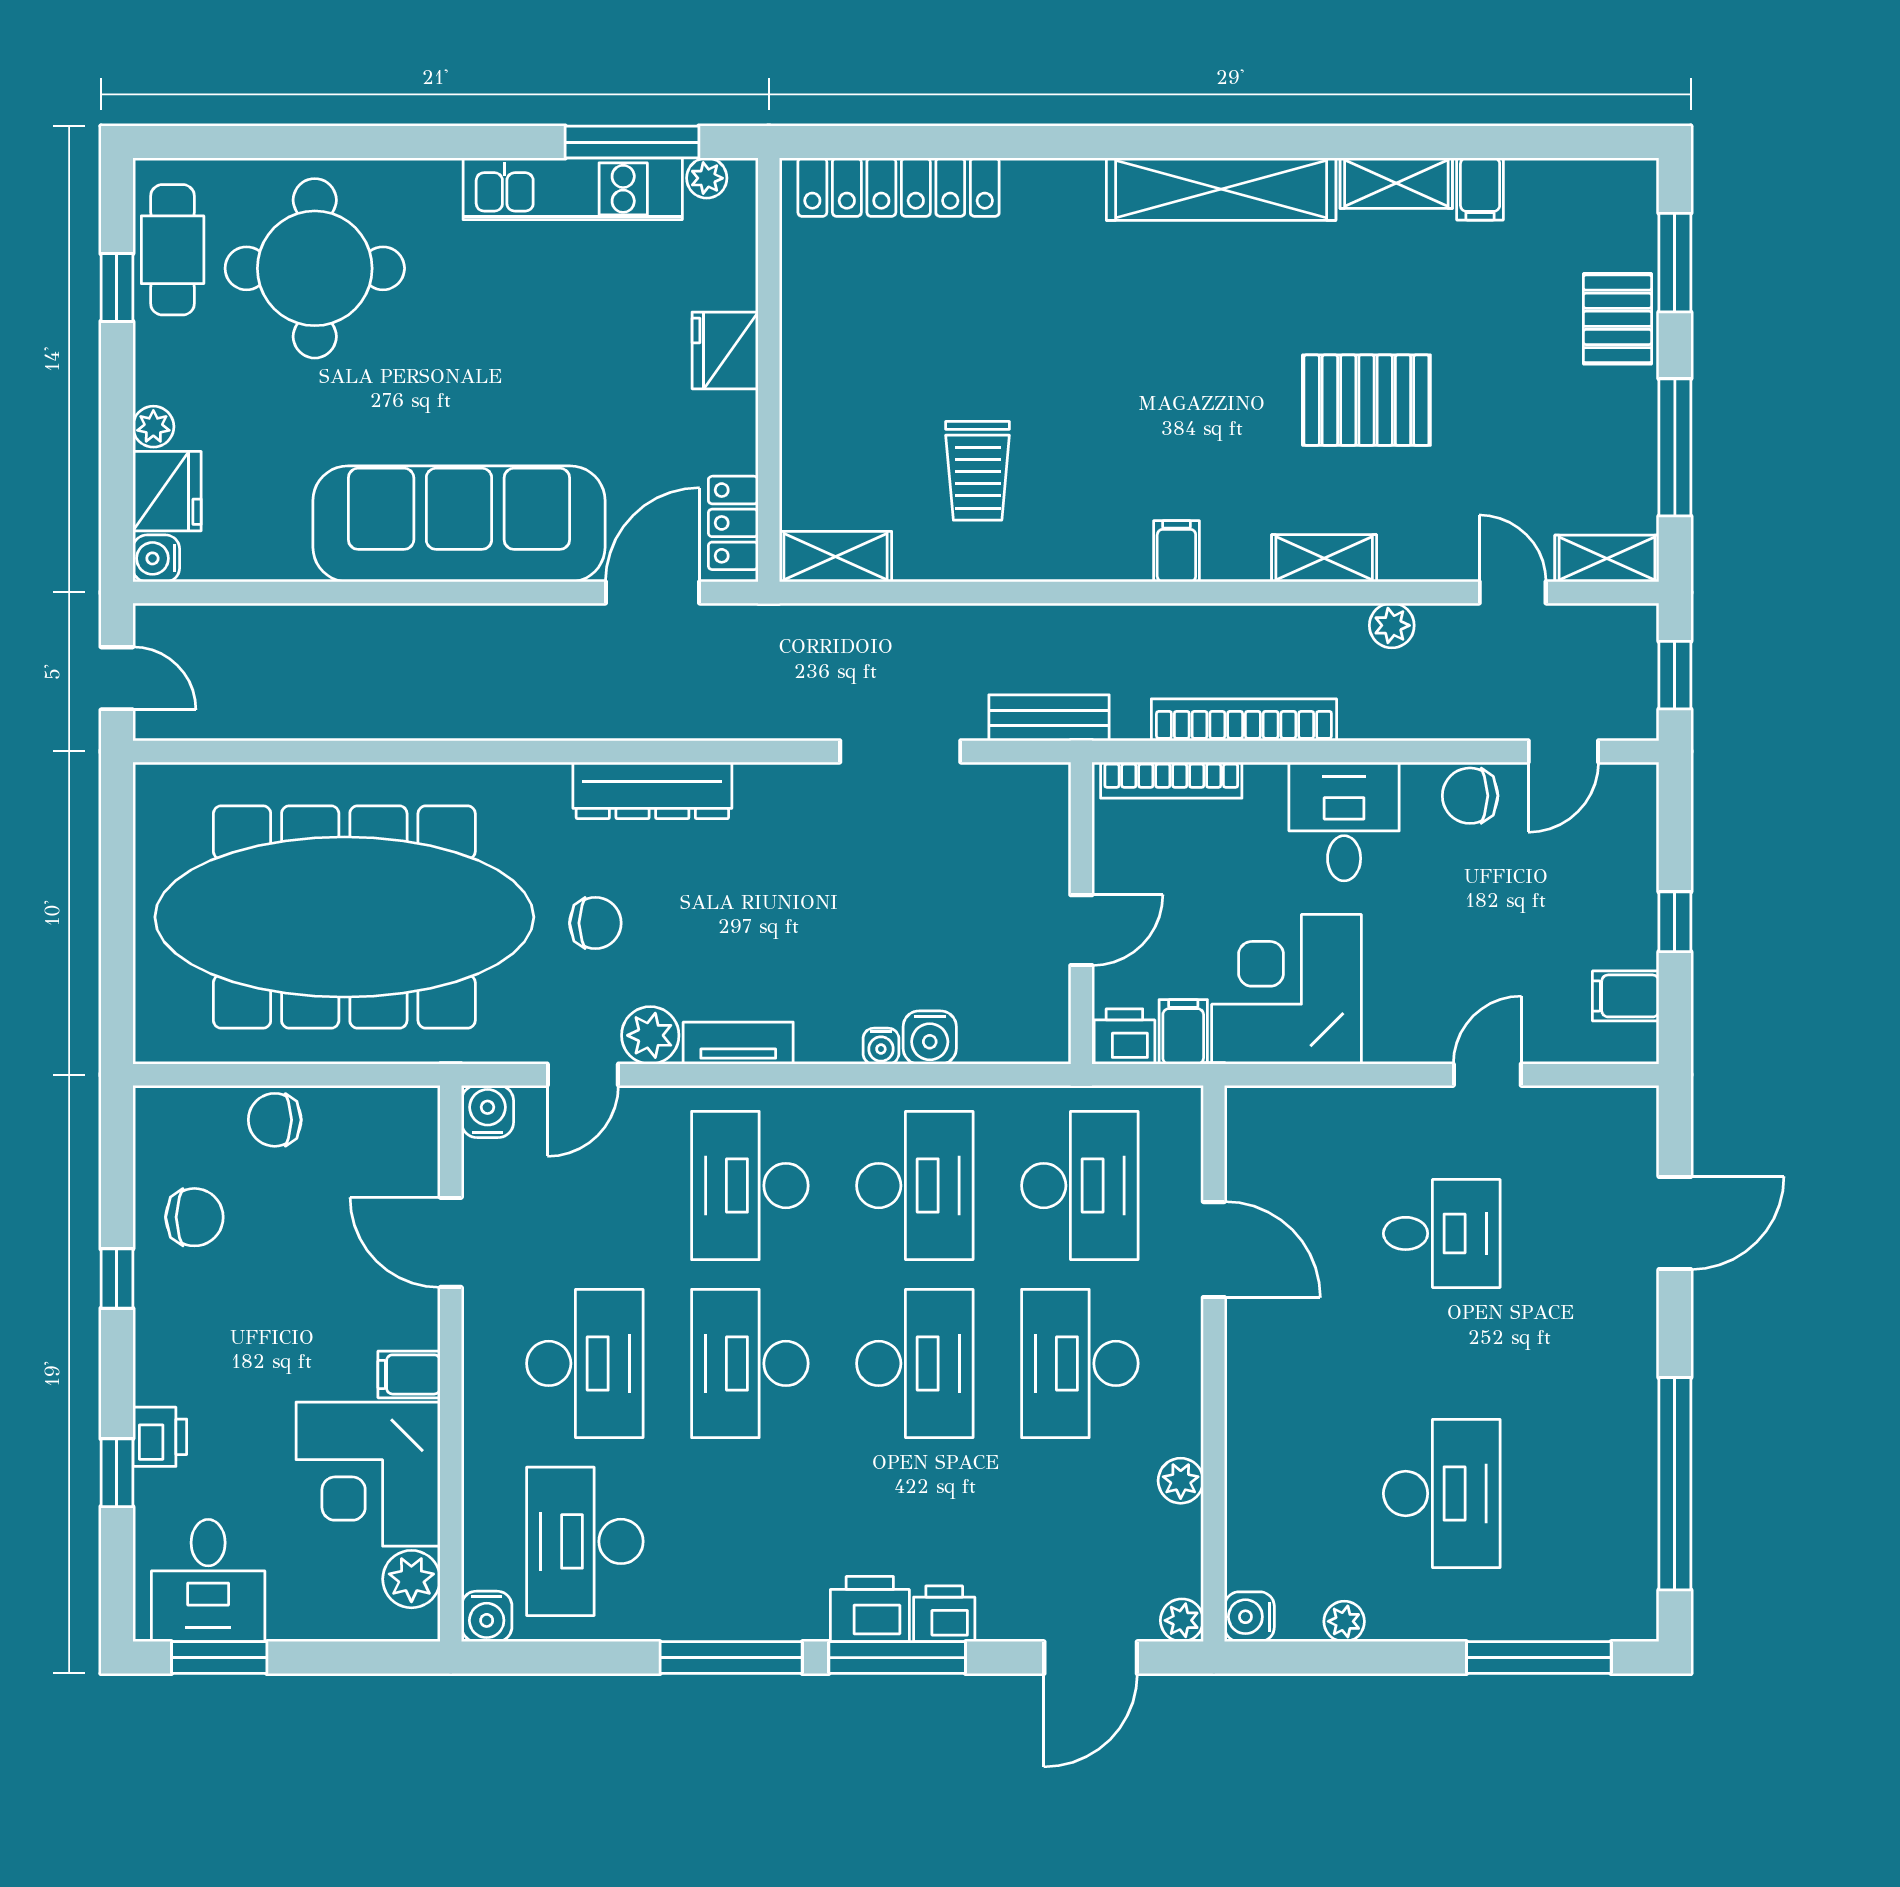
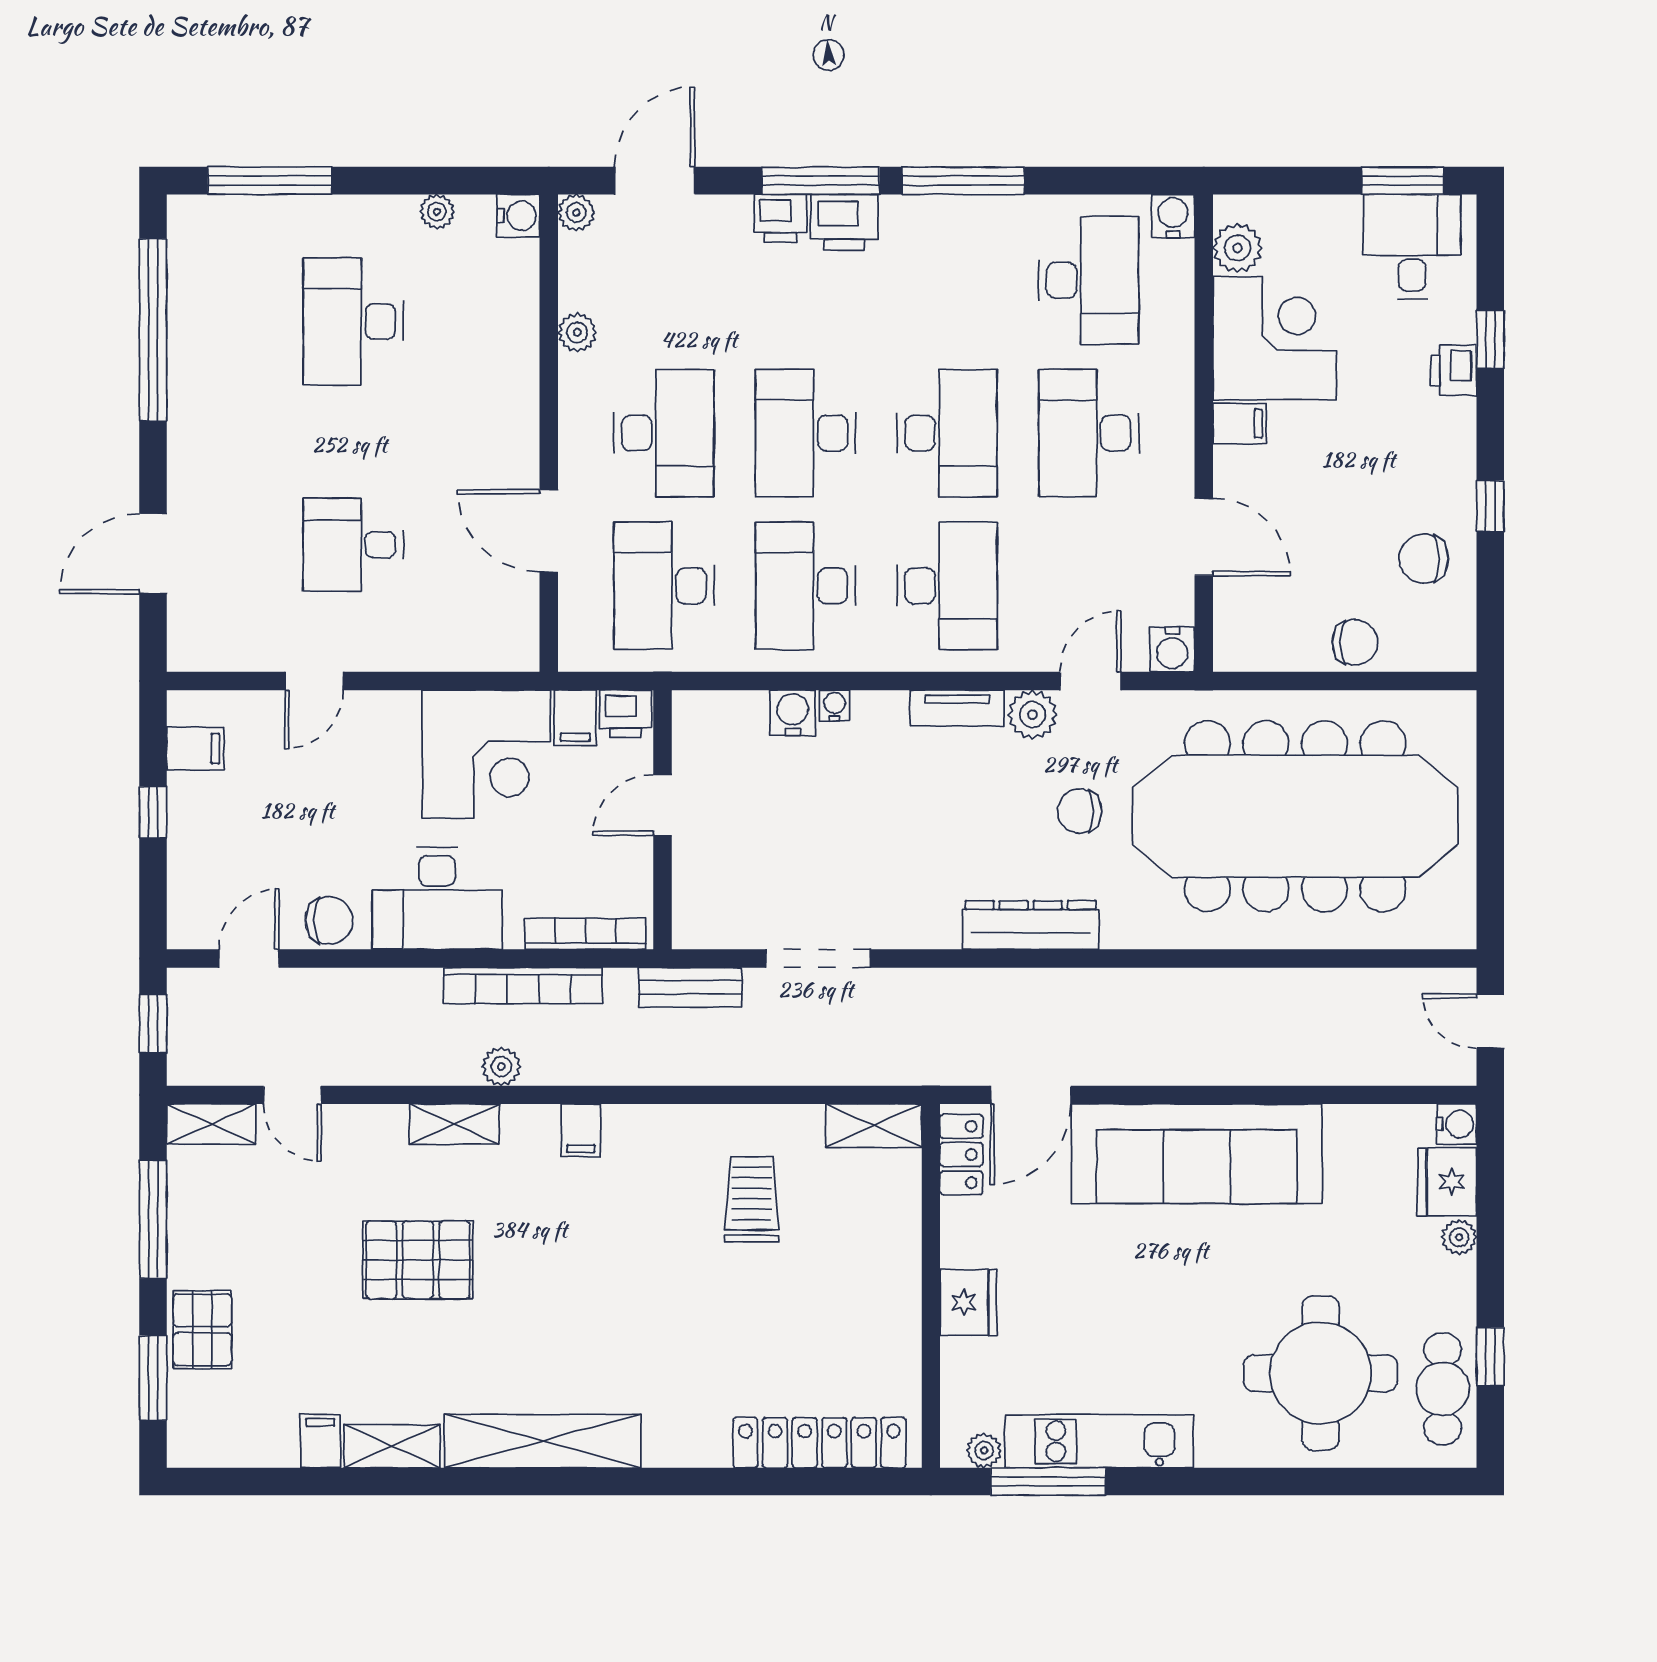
plant: (1392, 625) -> (501, 1067), moved
desk: (1344, 821) -> (437, 898), width x1.37

